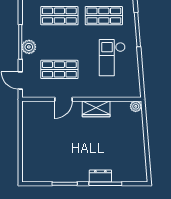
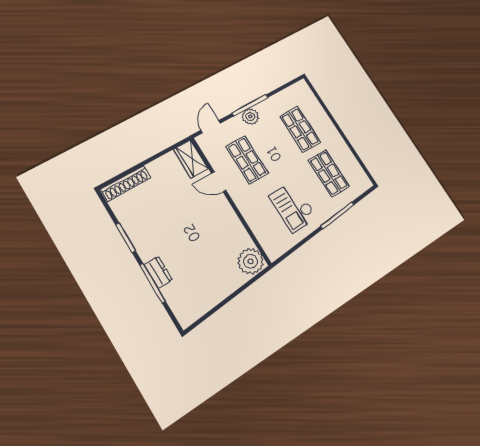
checkout: (112, 58) -> (293, 207), turned -90
plant: (136, 106) -> (251, 261), width x1.87, depth x1.87
wardrobe: (96, 109) -> (191, 159), moved
shoe rack: (28, 163) -> (126, 183), added

